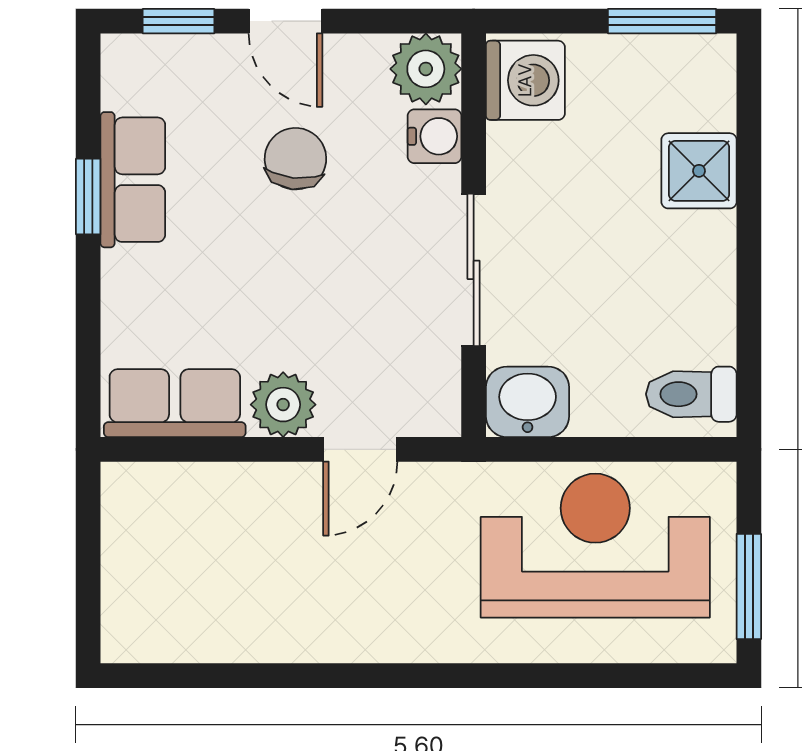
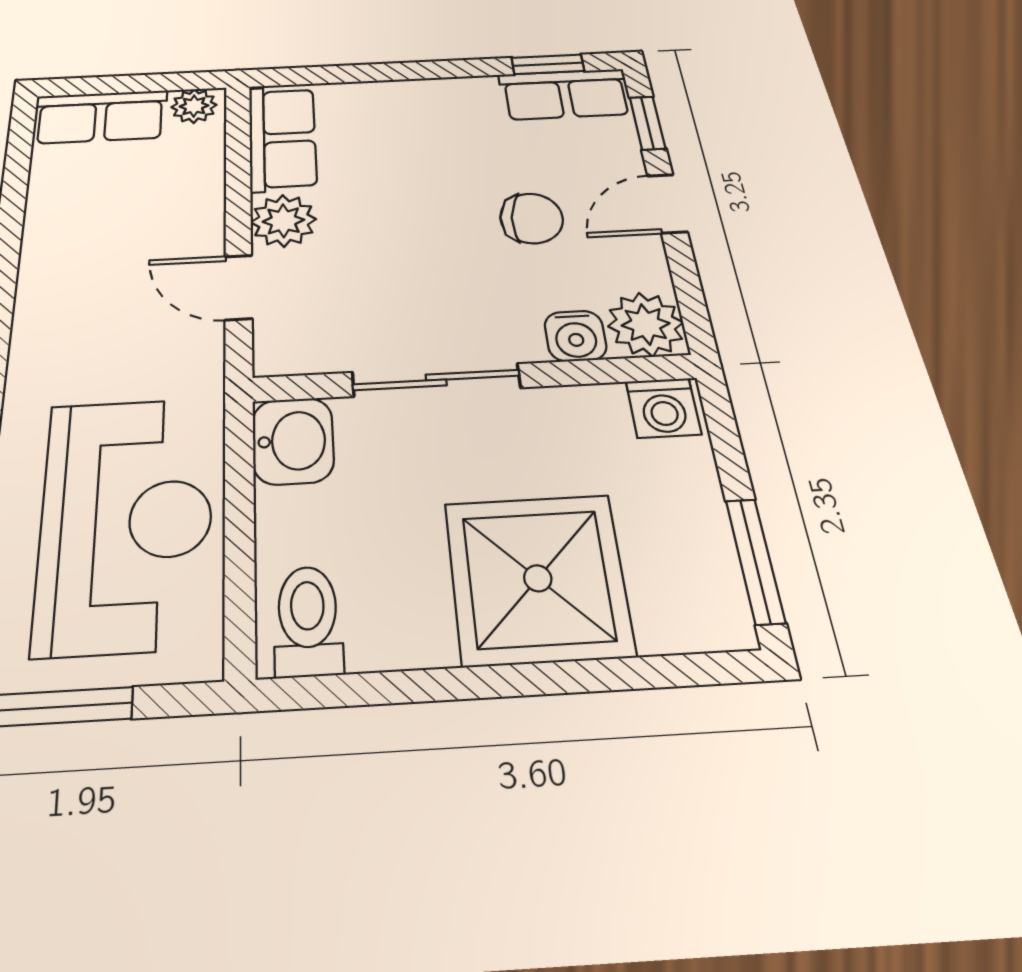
washing machine: (525, 80) -> (663, 408), width x0.73, depth x0.73
shower: (699, 171) -> (538, 578), width x1.86, depth x1.86
row of seats: (133, 180) -> (565, 94), moved
window: (88, 196) -> (548, 64), moved
plant: (125, 496) -> (194, 106), added
row of seats: (134, 594) -> (101, 117), added

